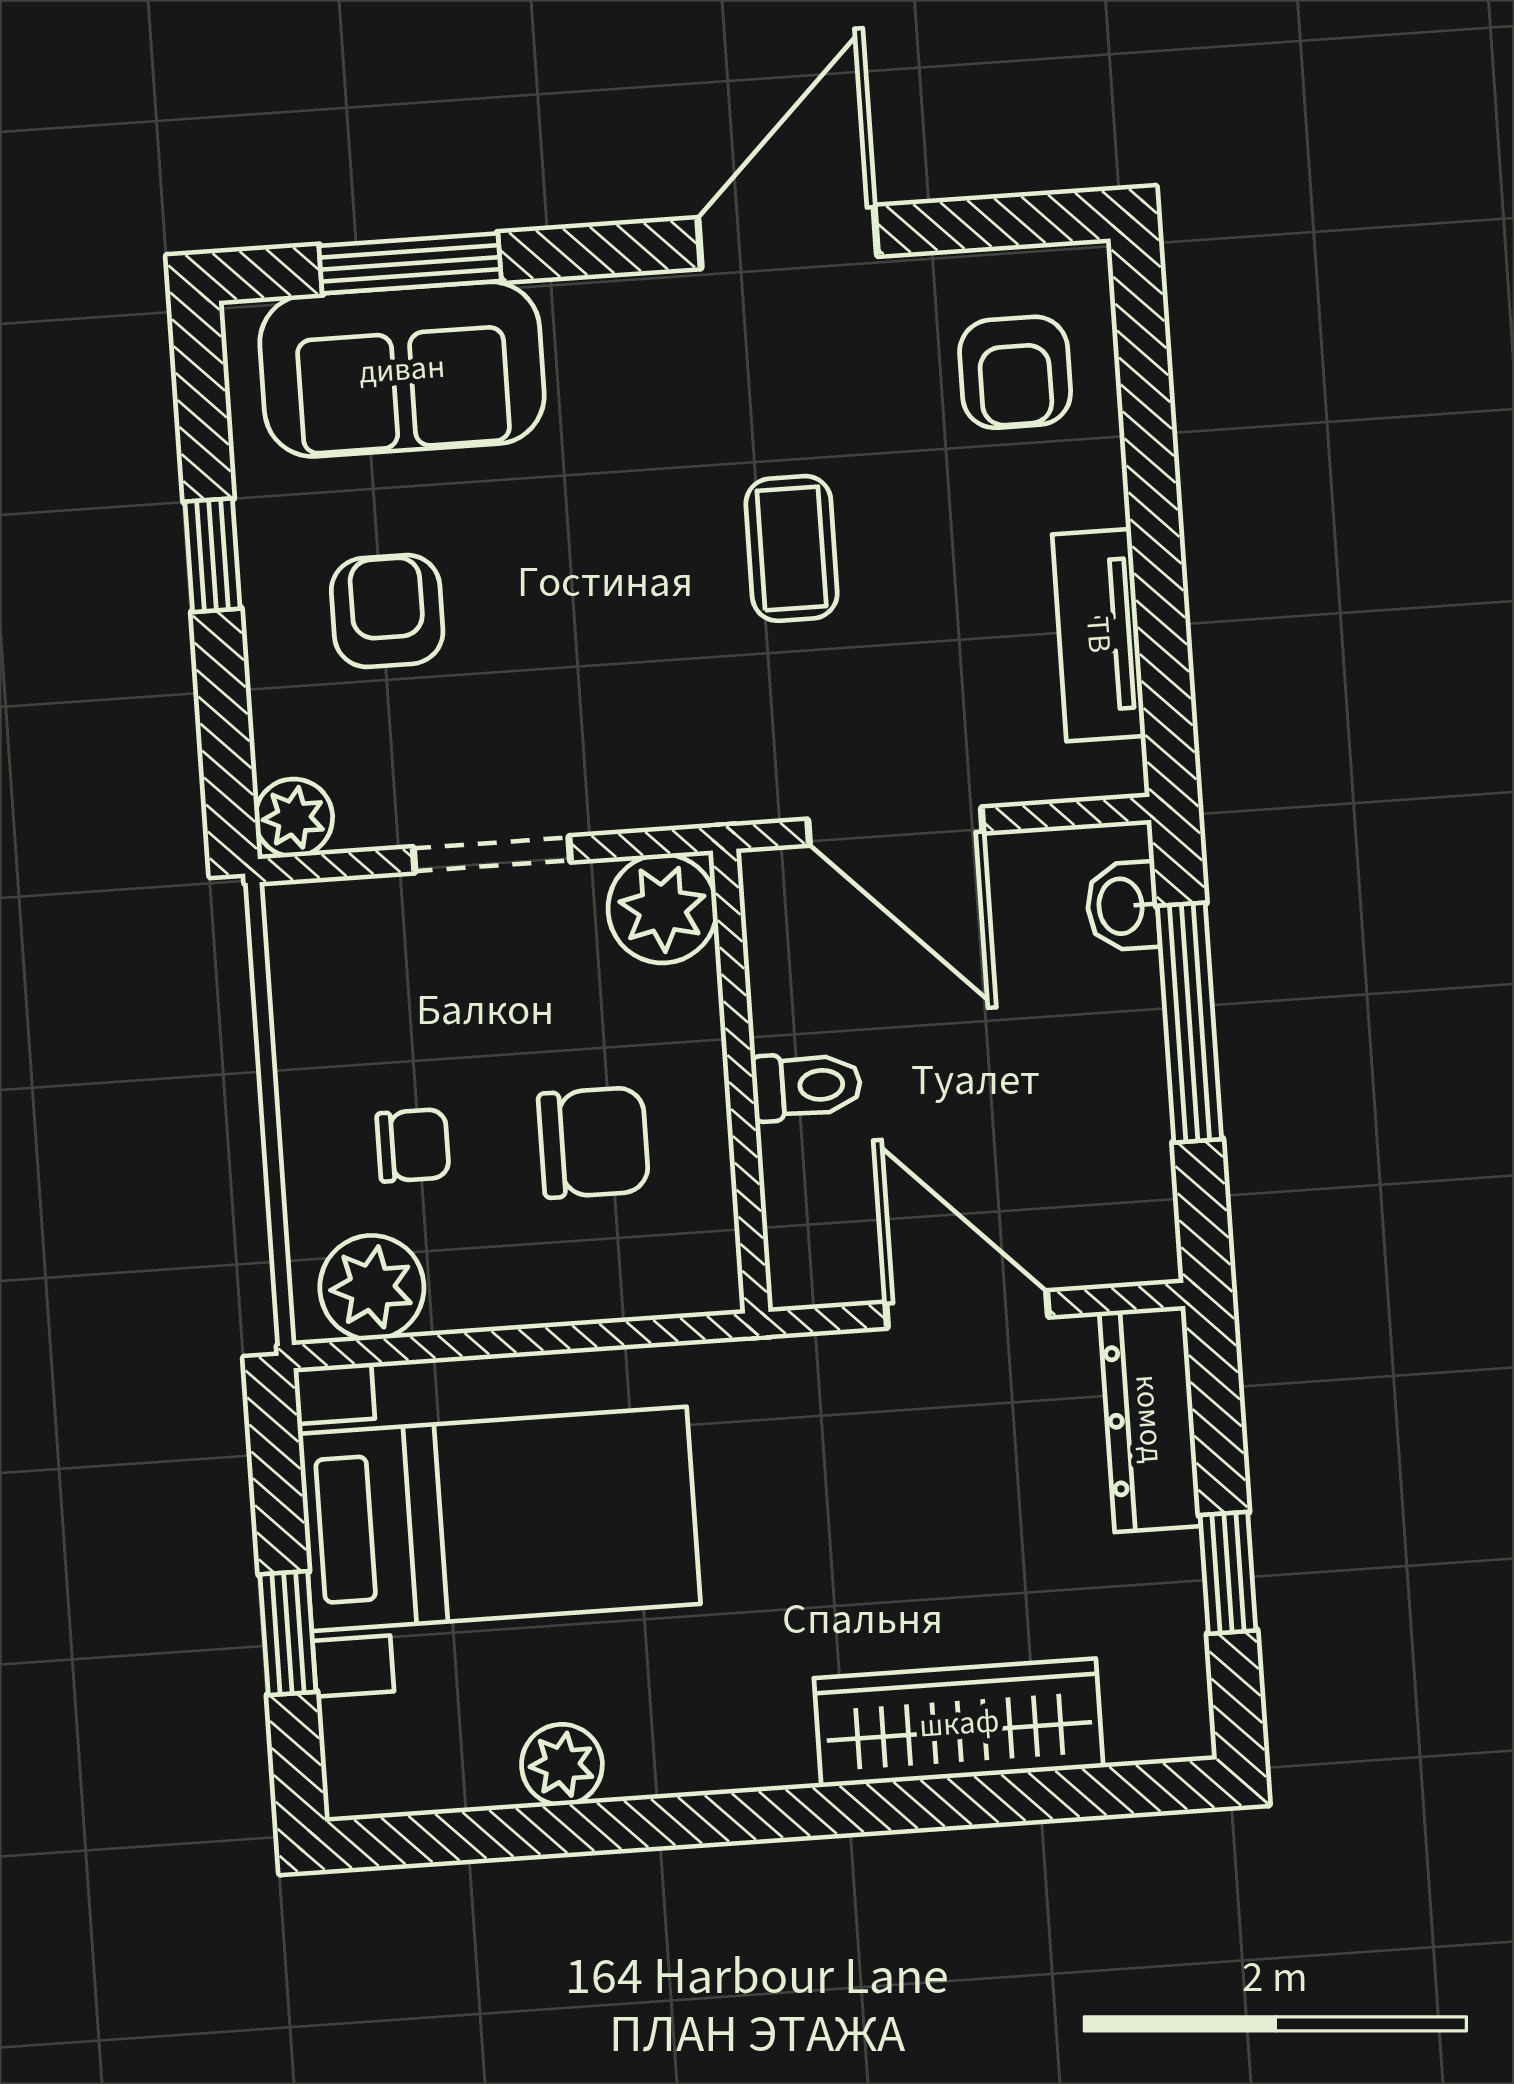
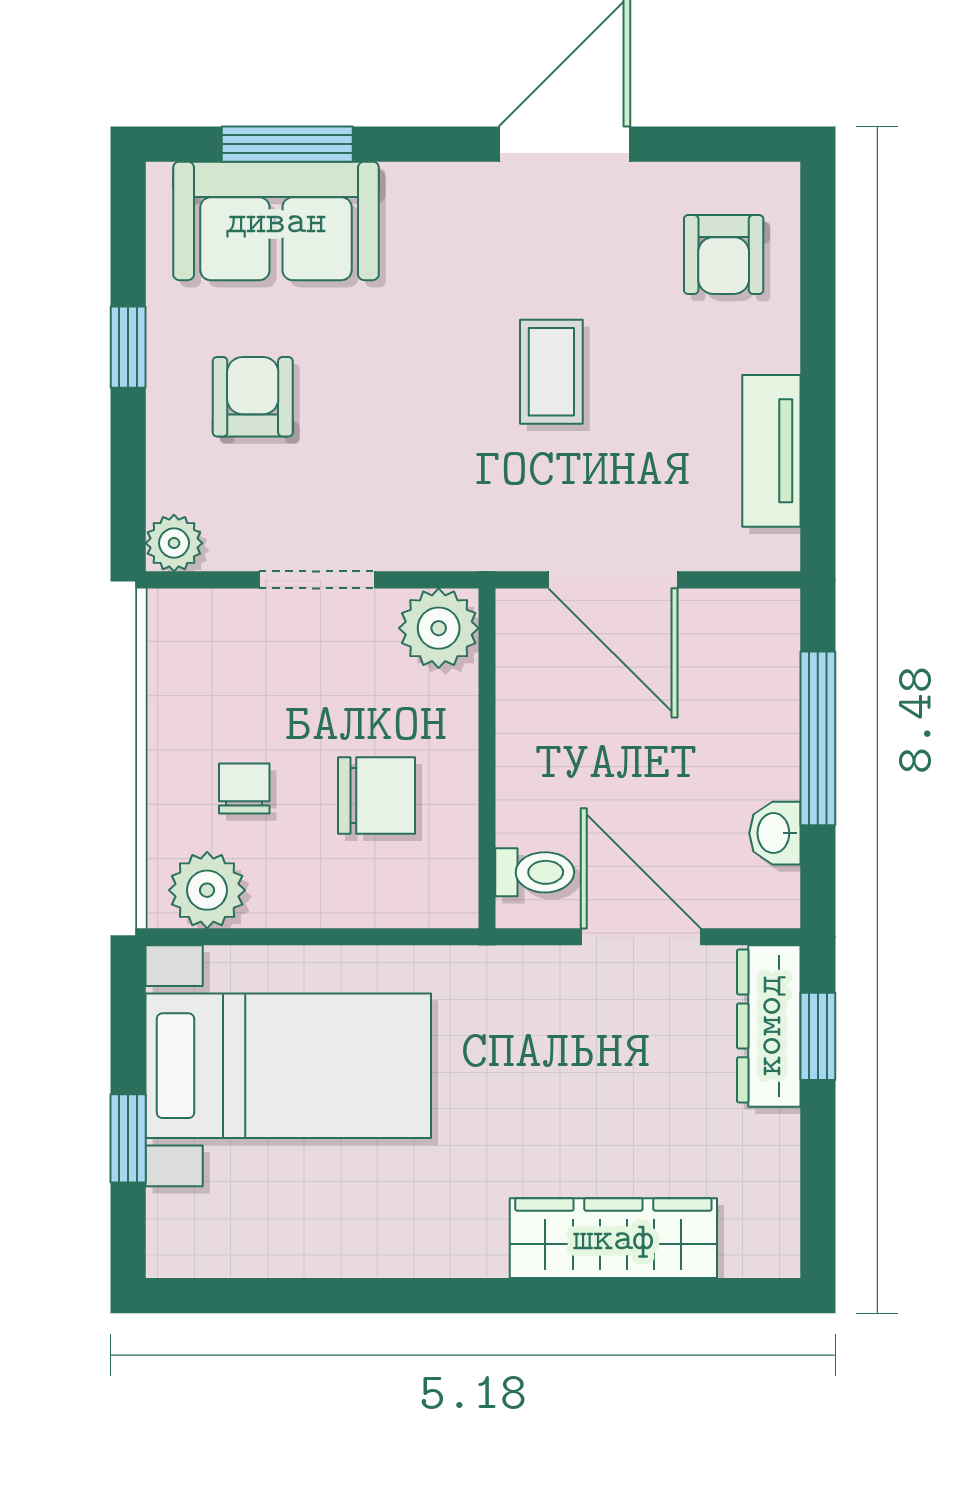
washbasin: (1123, 906) -> (775, 833), moved
toilet: (806, 1086) -> (535, 872), moved
chair: (413, 1145) -> (244, 788), turned -90
window: (1228, 1573) -> (818, 1036), moved
plant: (562, 1765) -> (322, 1248), removed

